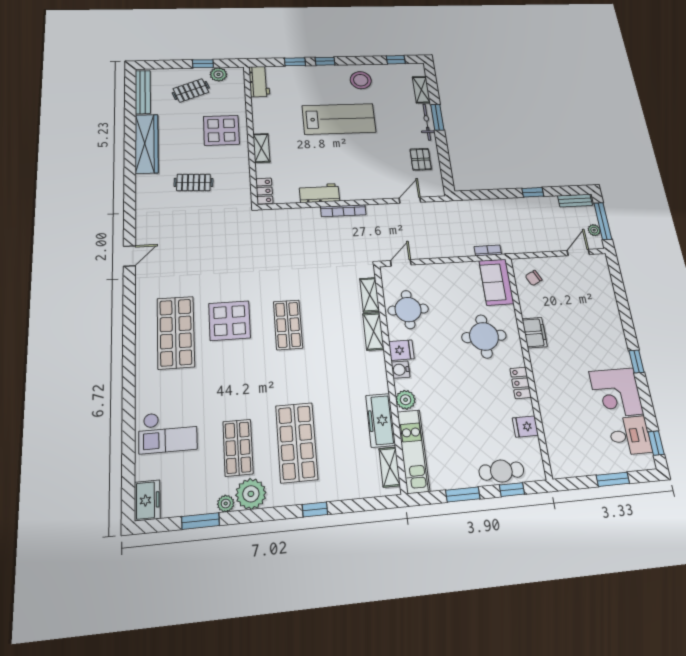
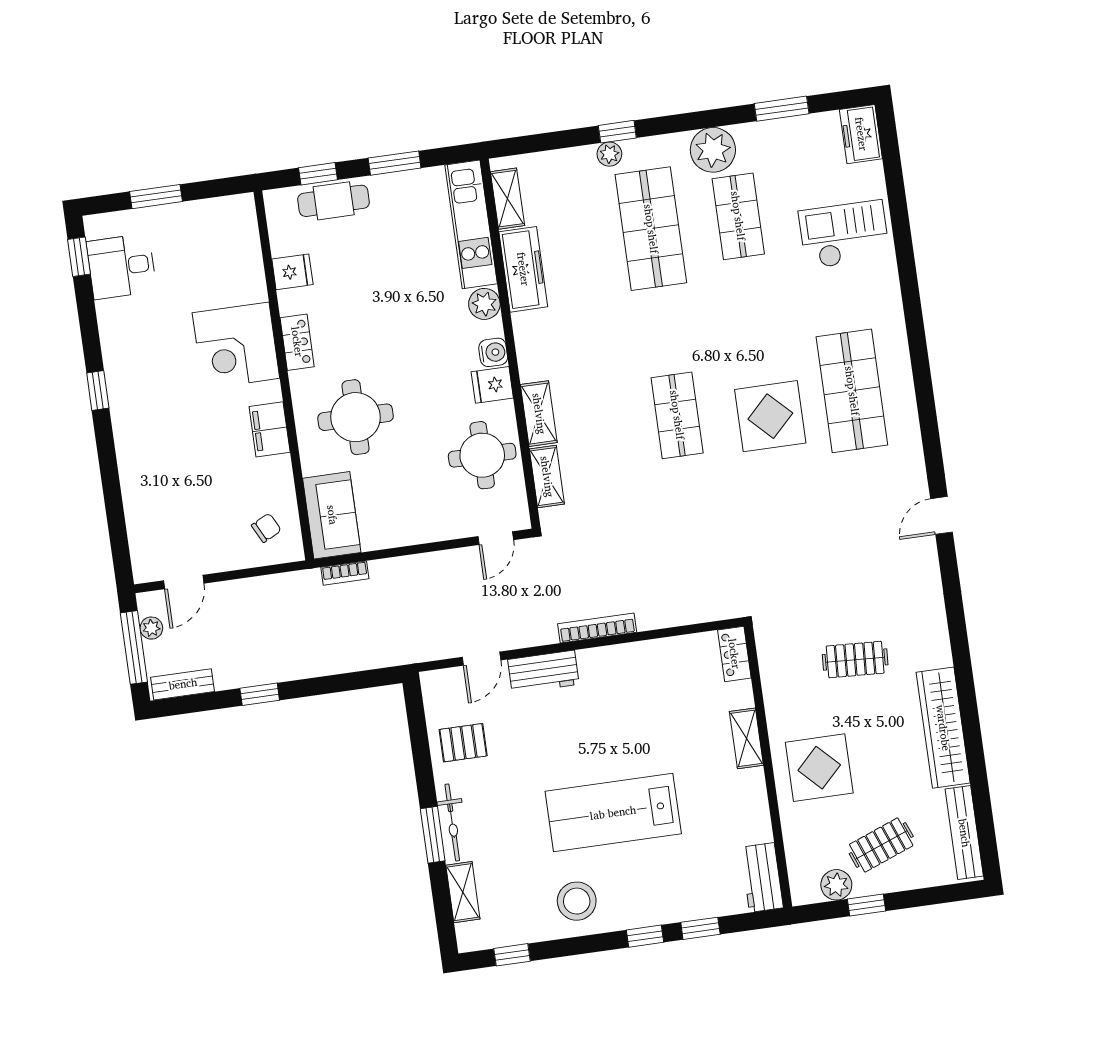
pallet: (421, 159) -> (463, 743), turned 90
workbench: (319, 193) -> (543, 672), moved
corner desk: (616, 393) -> (236, 346), moved, turned 180
plant: (226, 504) -> (609, 154), moved

